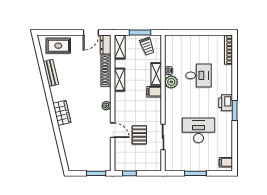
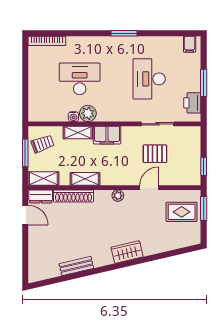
rug: (58, 46) -> (182, 212), moved, turned 90
desk: (199, 75) -> (80, 79), width x1.37
filing cabinet: (154, 92) -> (107, 135), width x2.00
printer: (226, 103) -> (192, 103), moved, turned 90

